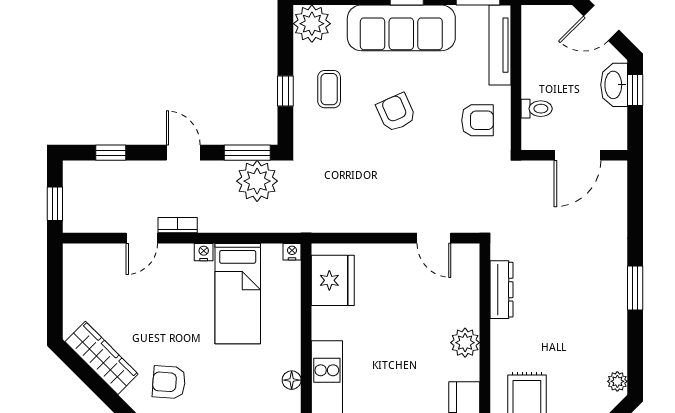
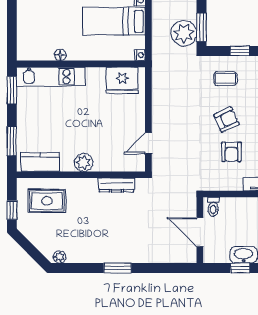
coffee table: (329, 89) -> (225, 79), moved
toilet: (537, 109) -> (213, 207), moved
armchair: (477, 120) -> (231, 152), moved

